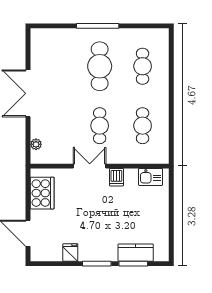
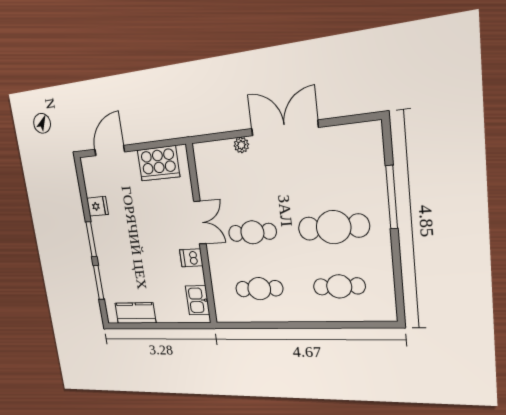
window: (98, 26) -> (392, 197), moved
plant: (36, 144) -> (241, 145), moved
kitchen counter: (136, 253) -> (135, 313), moved, turned -90

